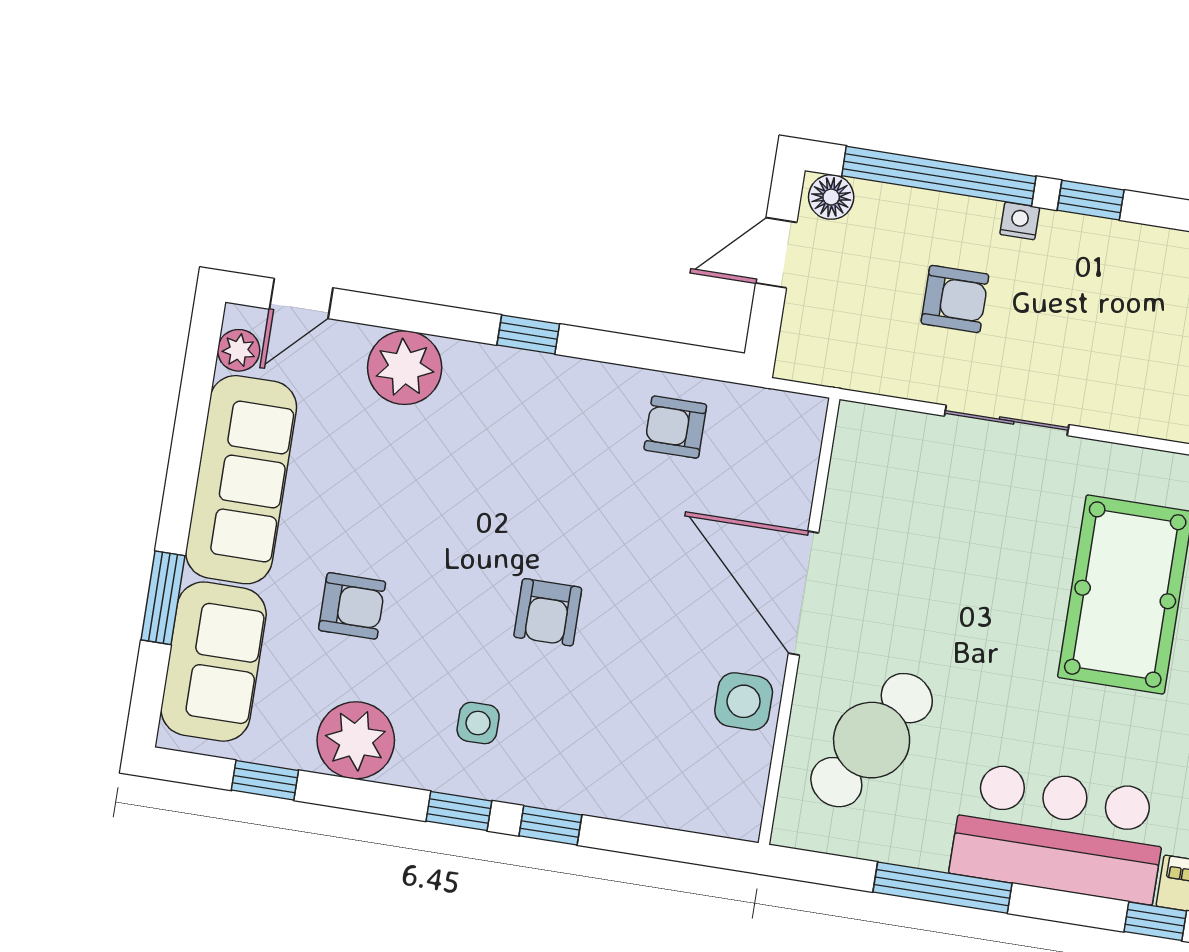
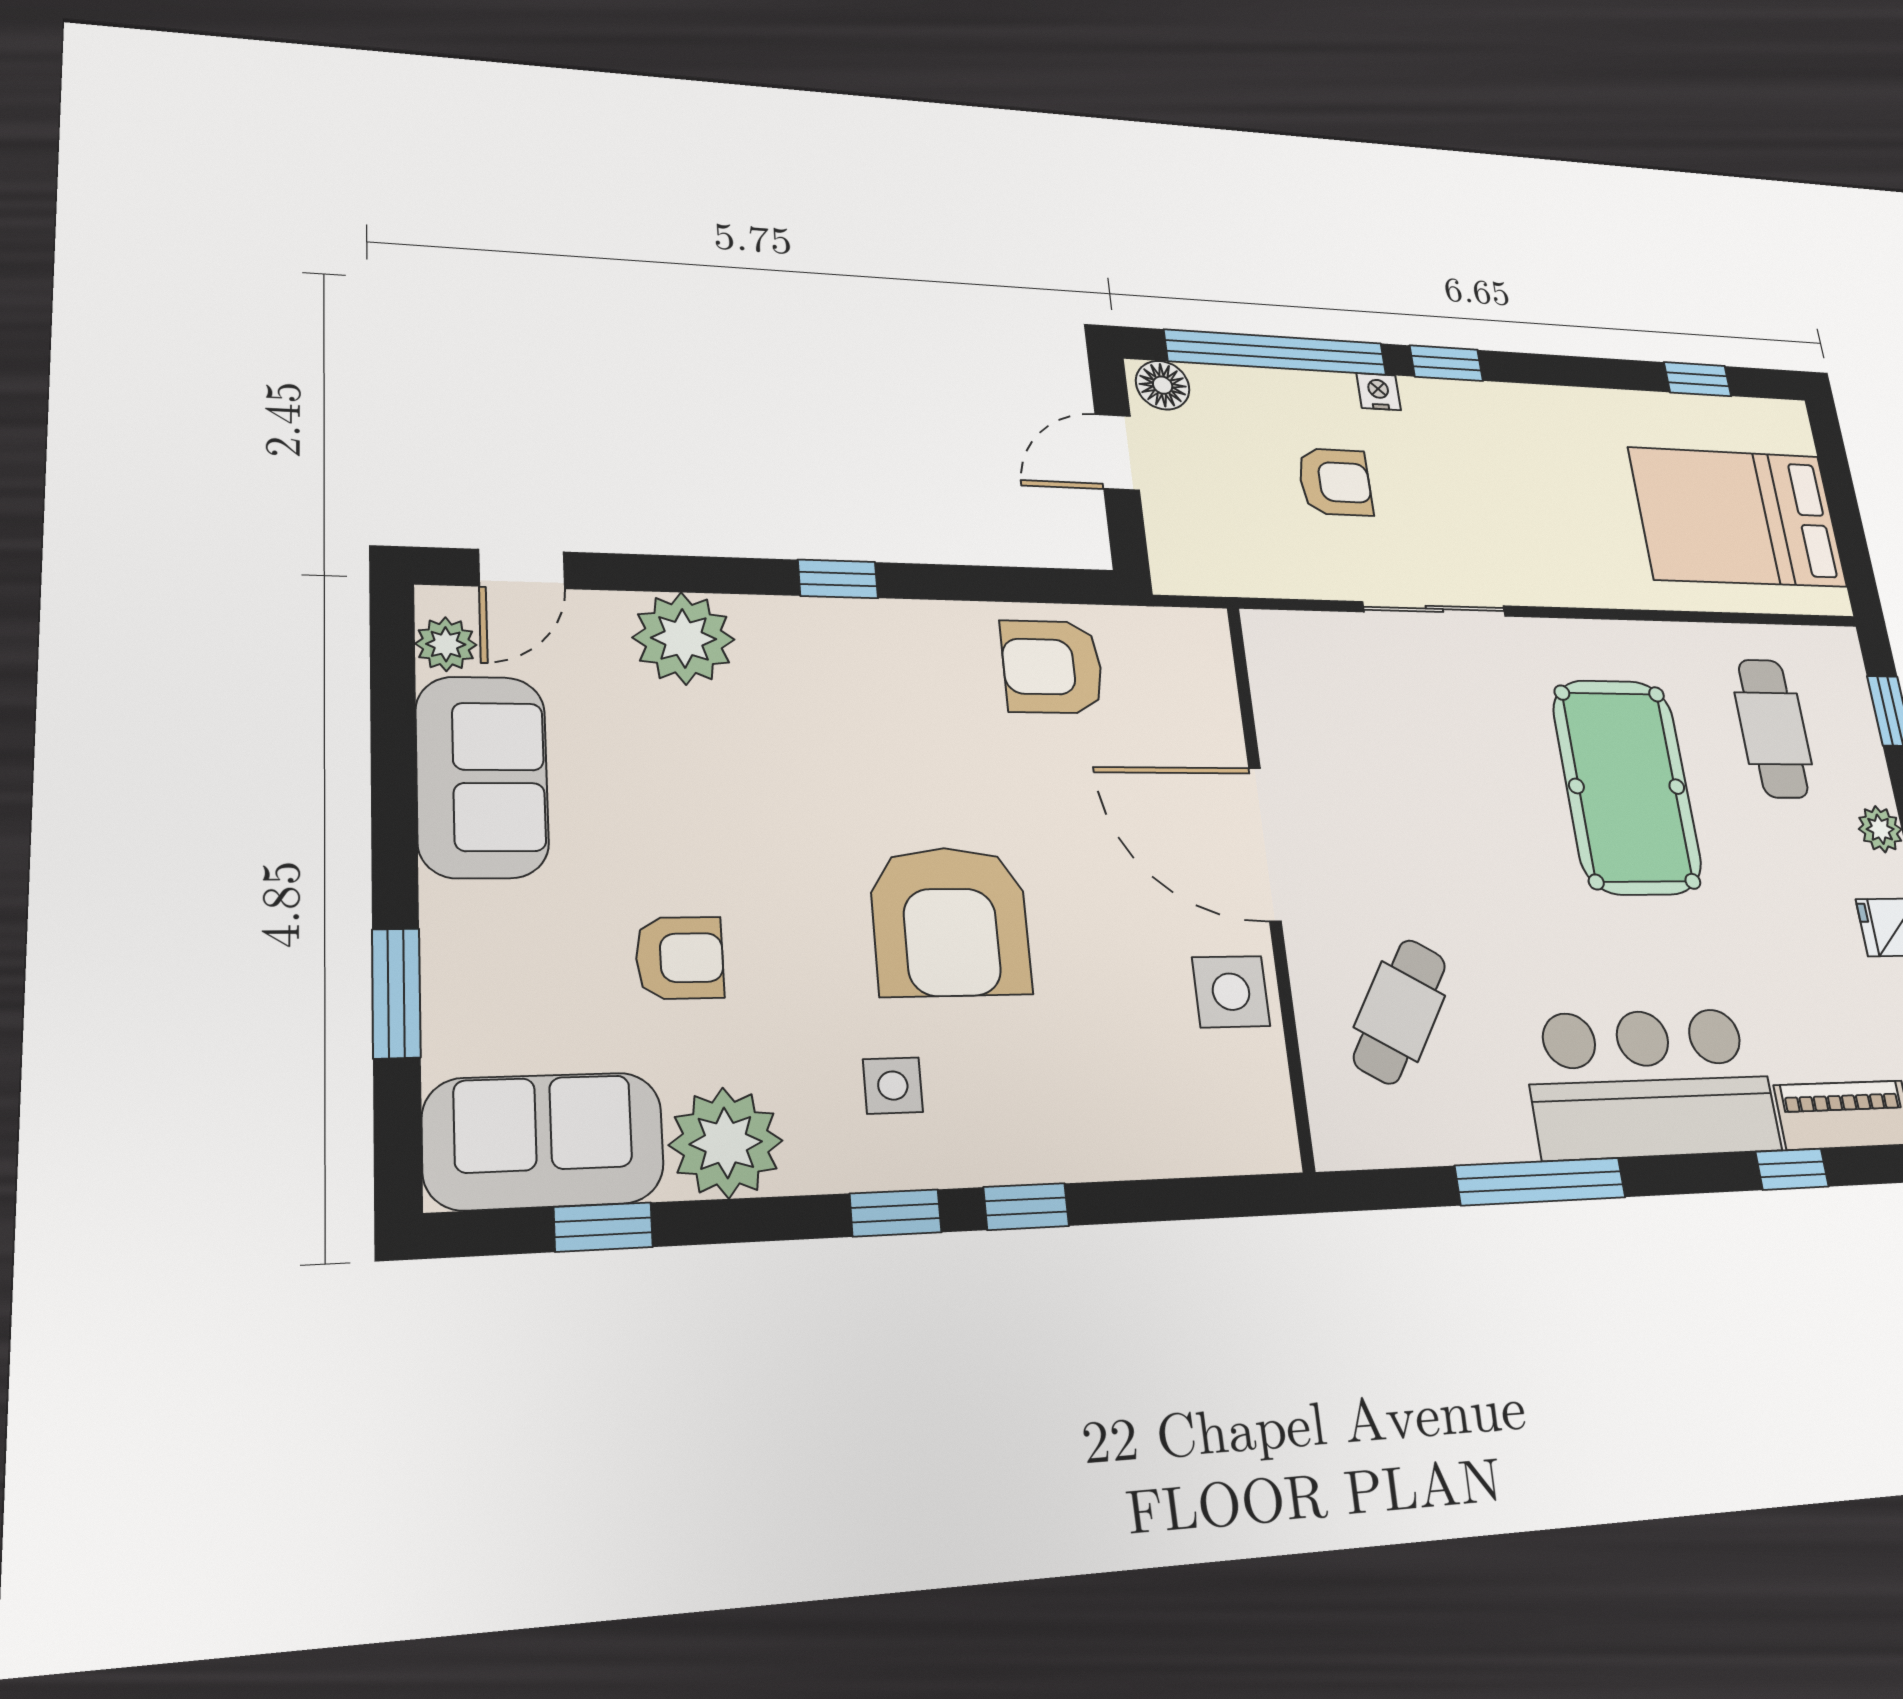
armchair: (675, 427) -> (1052, 667), width x1.38, depth x1.38
sofa: (241, 480) -> (482, 776), width x0.73
armchair: (548, 612) -> (950, 921), width x1.88, depth x1.88
sofa: (214, 662) -> (544, 1141), moved, turned -90
cafe table: (872, 740) -> (1400, 1011), width x0.73, depth x0.74

